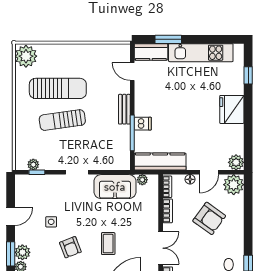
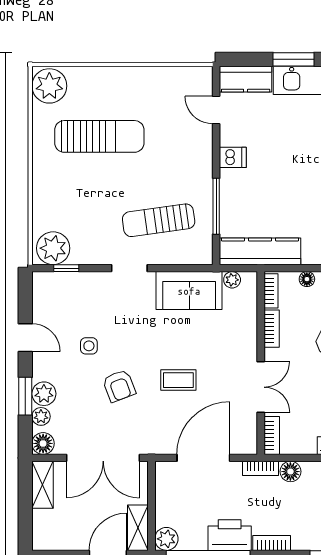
window: (168, 39) -> (293, 59), moved
bench: (124, 109) -> (204, 169), removed
sun lounger: (62, 120) -> (159, 220), moved
dishwasher: (143, 124) -> (233, 157), moved
plant: (33, 165) -> (53, 248), width x1.88, depth x1.88
door: (11, 217) -> (25, 338), hinge flipped
coffee table: (108, 244) -> (178, 380), turned 90

